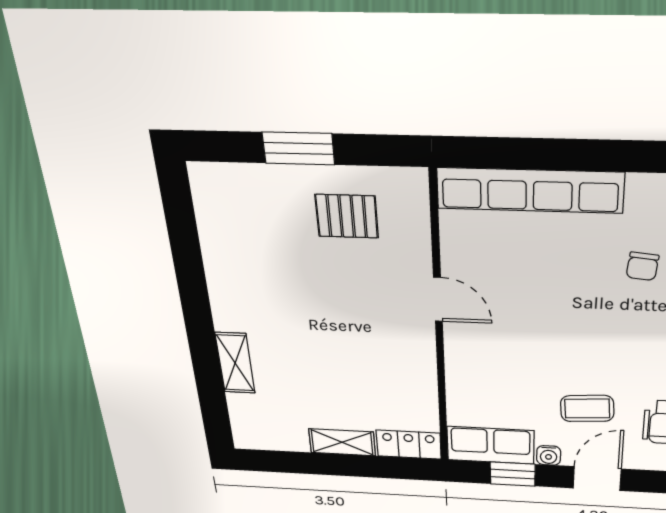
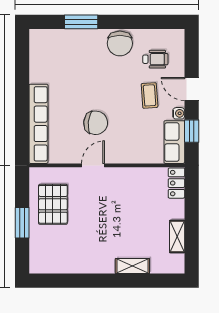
pallet: (347, 216) -> (53, 204), width x1.50, depth x1.42
chair: (642, 266) -> (96, 123), moved, width x1.87, depth x1.87
shelving: (342, 442) -> (177, 237), moved

